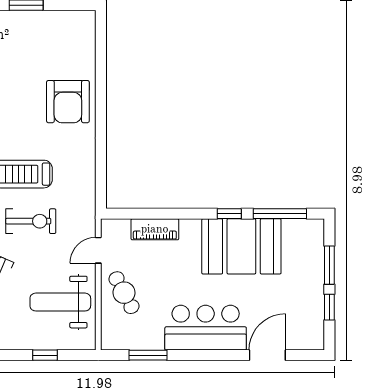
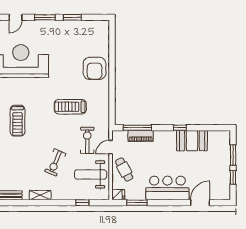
window: (280, 214) -> (137, 128), moved
exercise bike: (31, 221) -> (87, 140), moved, turned -90
booth: (241, 246) -> (192, 141), width x0.73, depth x0.70
fridge: (113, 340) -> (118, 195), added

